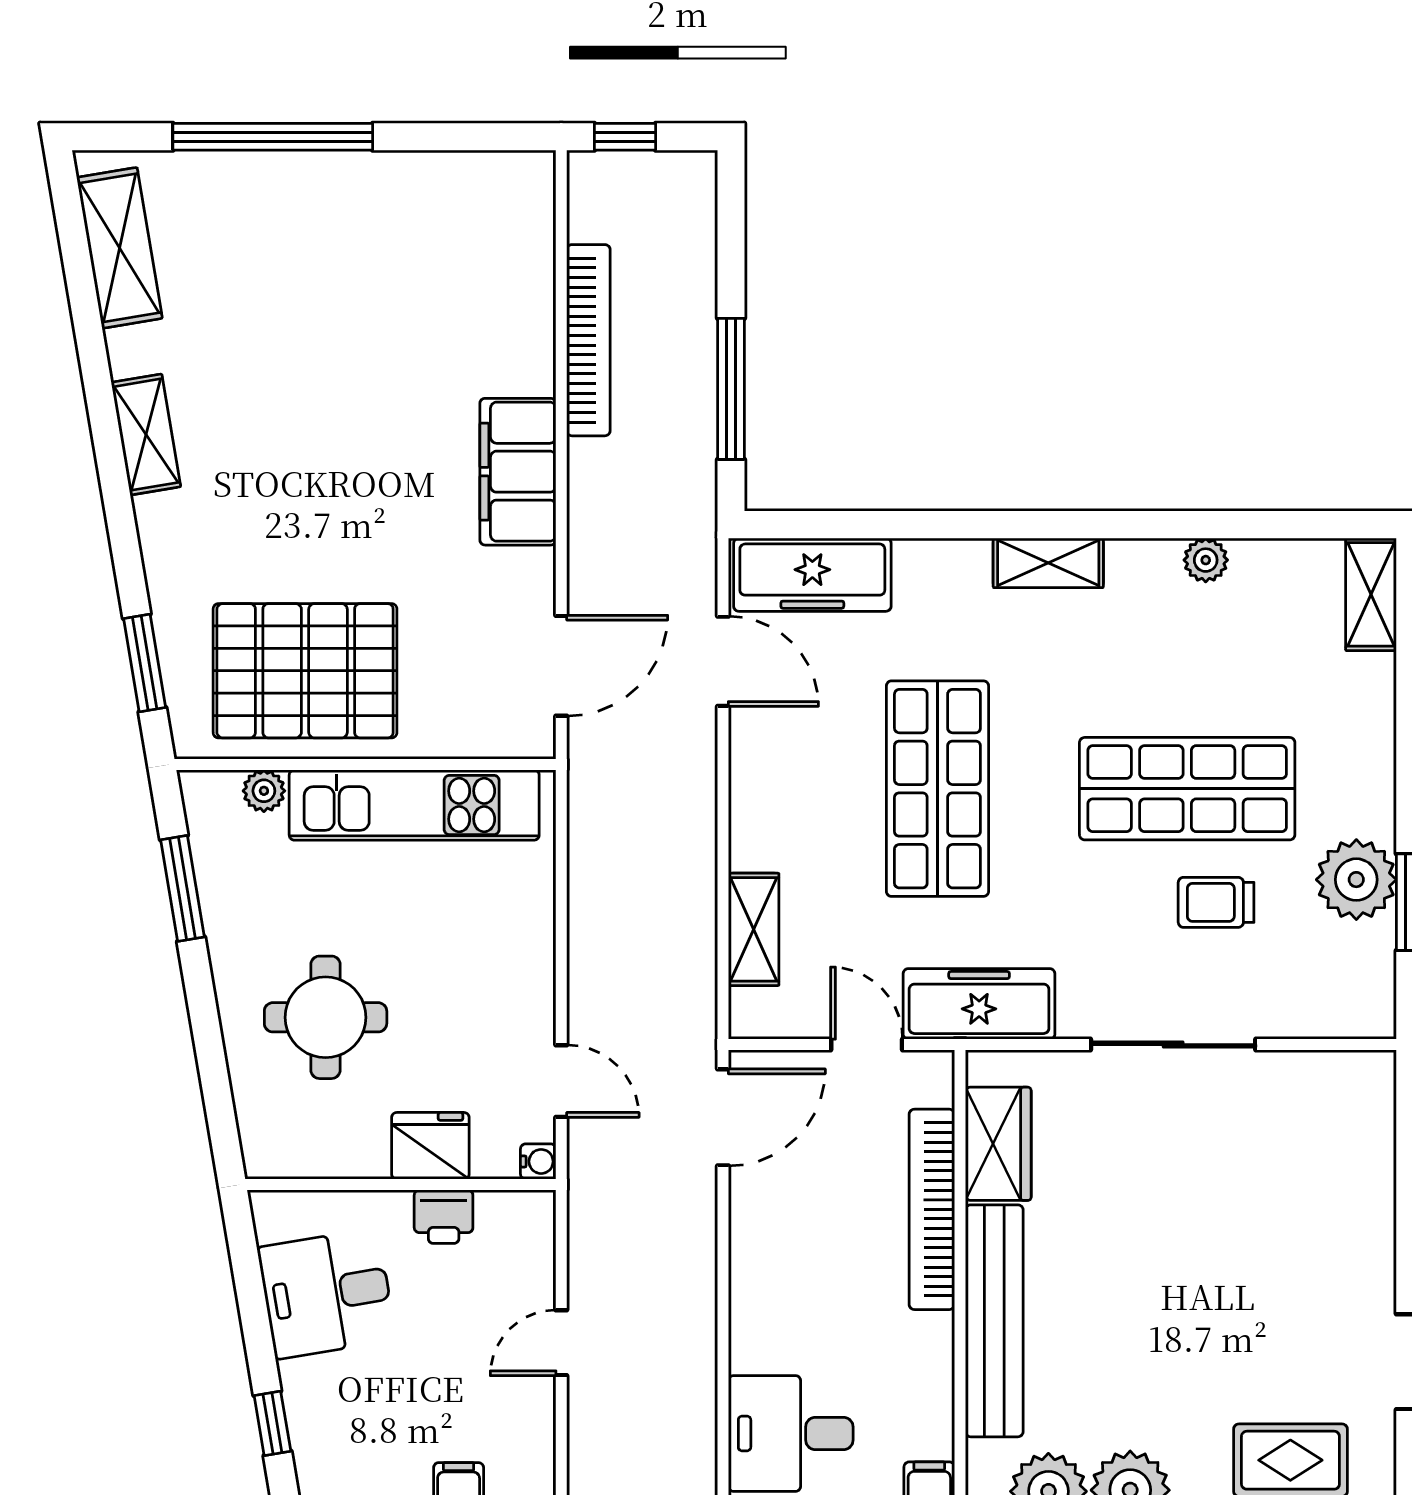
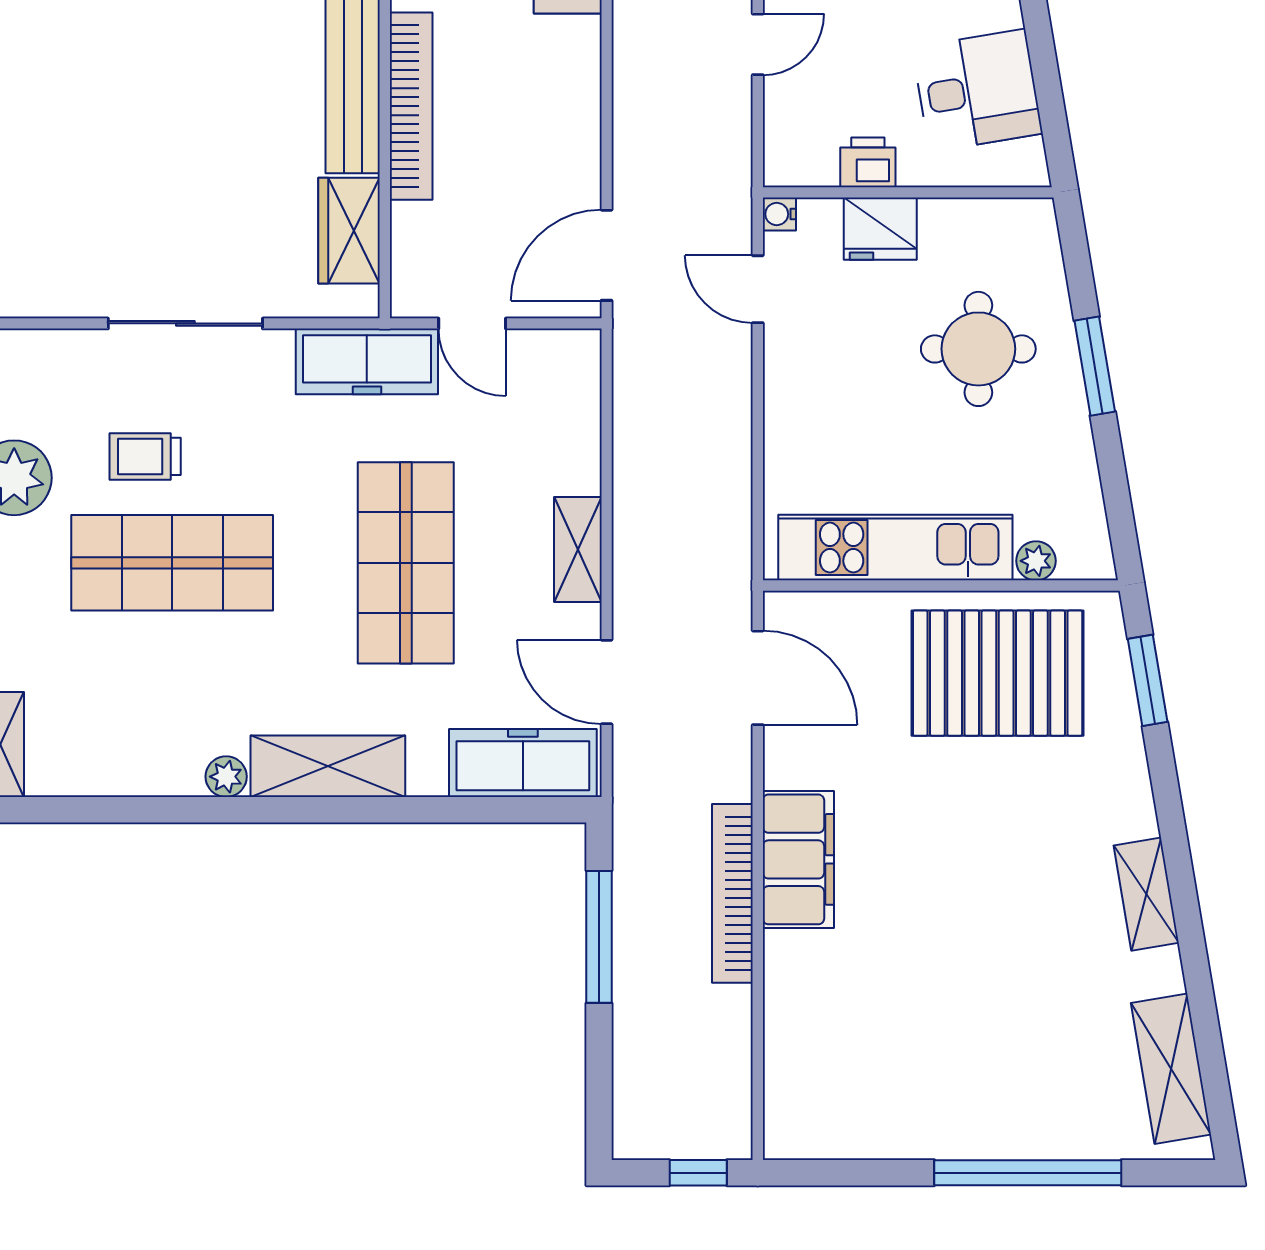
bookcase: (588, 340) -> (732, 893), moved
plant: (1206, 560) -> (226, 777), moved
shelving: (1048, 563) -> (328, 766), width x1.50, depth x1.33
door: (561, 666) -> (758, 678), swing flipped
window: (183, 888) -> (1095, 366), moved
trolley: (1216, 902) -> (145, 456), turned 180
shelving: (754, 929) -> (578, 550), moved
bookcase: (932, 1209) -> (411, 106), moved

